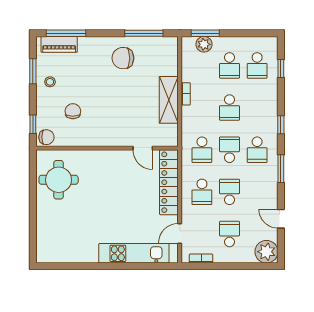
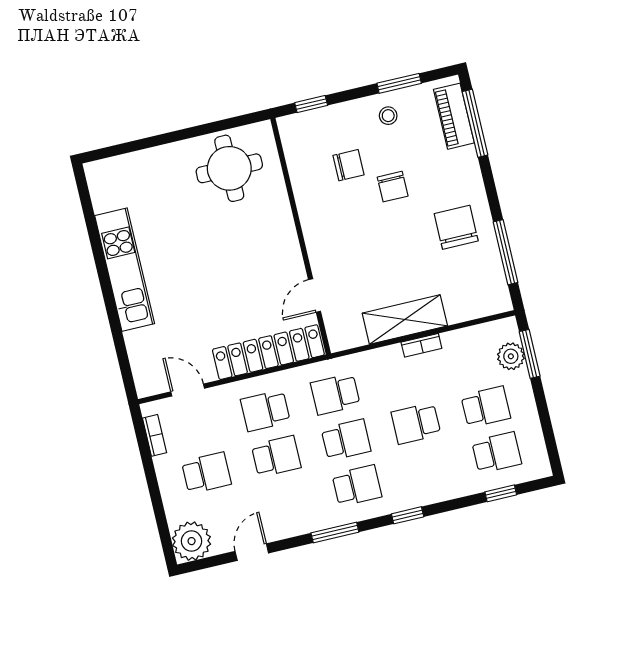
school desk: (230, 65) -> (486, 407), turned 180
school desk: (257, 65) -> (497, 453), turned 180
chair: (46, 137) -> (393, 187), moved
school desk: (257, 150) -> (357, 486), turned 180
kitchen unit: (134, 253) -> (125, 270), moved

